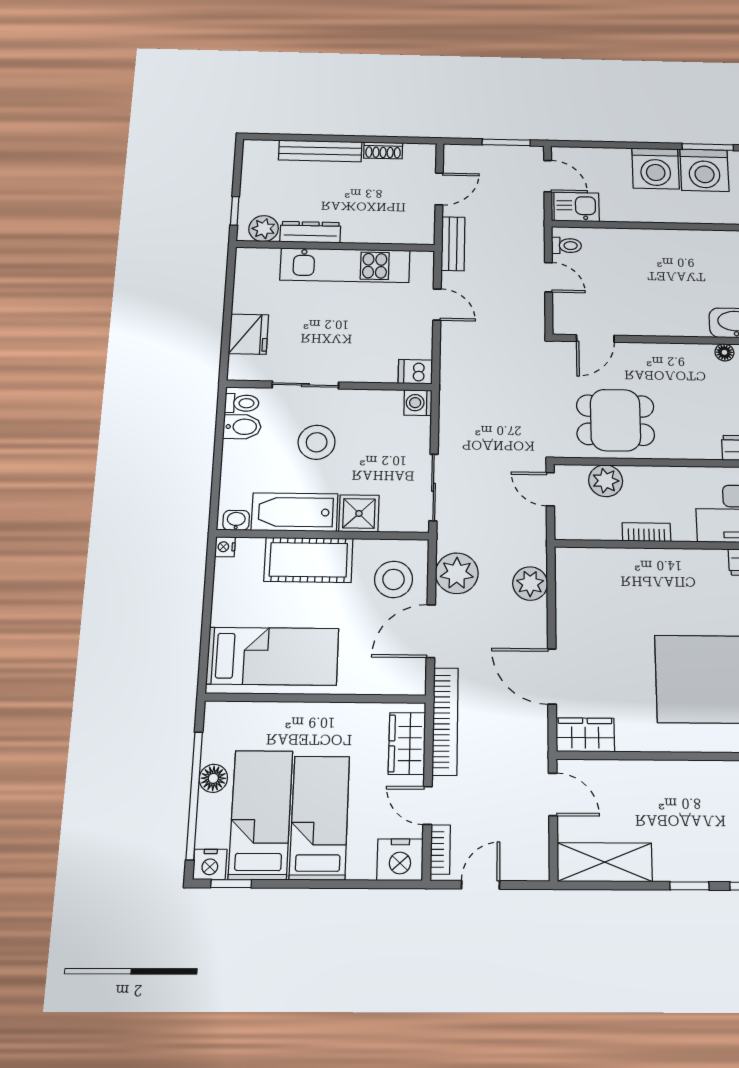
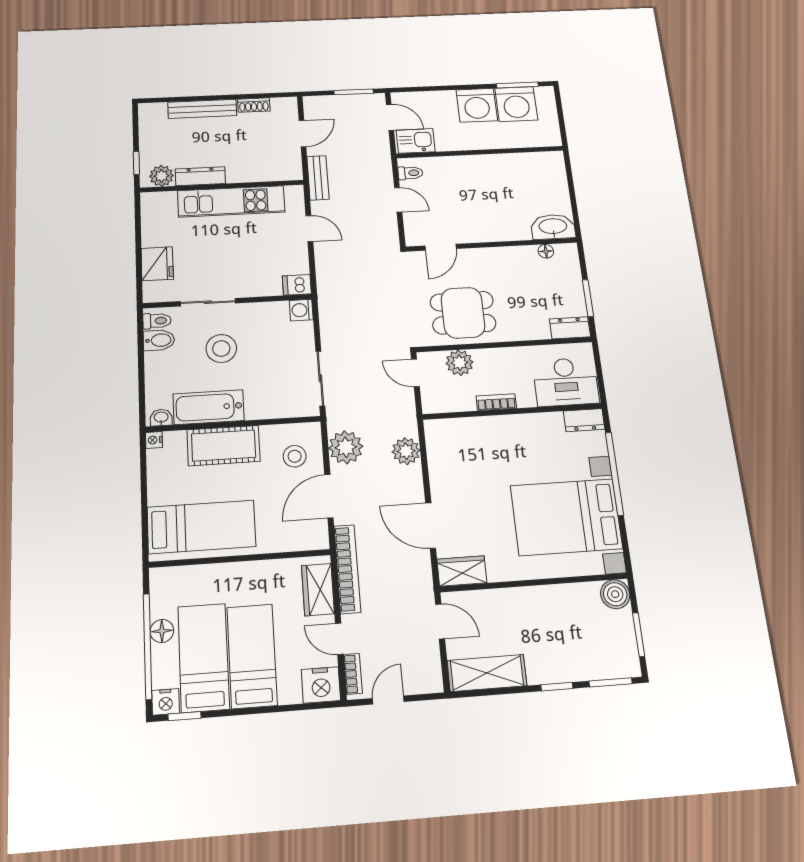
shower: (359, 513) -> (261, 404), removed
stool: (394, 579) -> (295, 456), width x0.73, depth x0.73

